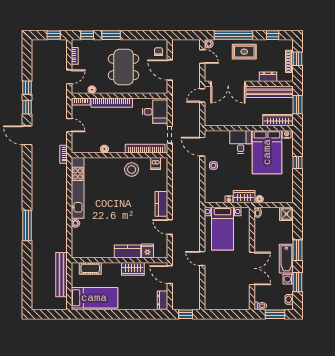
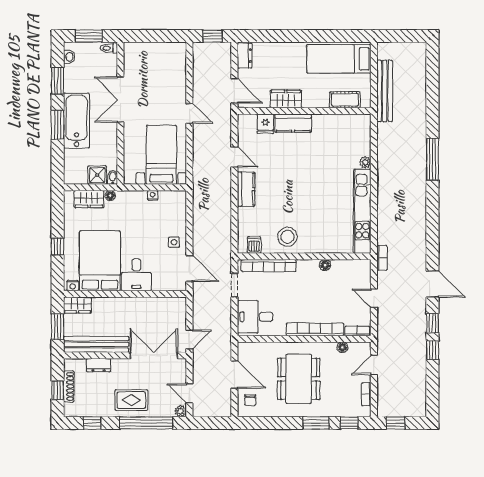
wardrobe: (278, 120) -> (77, 305), width x0.67
wardrobe: (244, 197) -> (89, 199), moved
shower: (286, 214) -> (97, 175), moved
bathtub: (286, 259) -> (76, 121), width x1.36, depth x1.36
washing machine: (288, 279) -> (70, 85), removed

